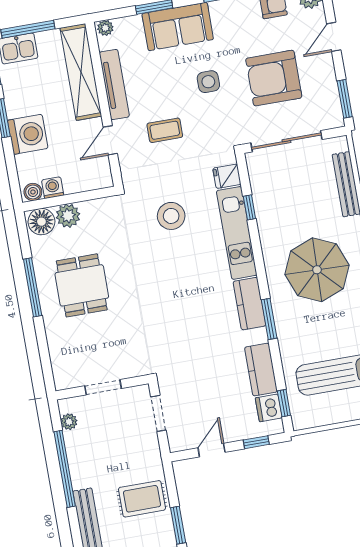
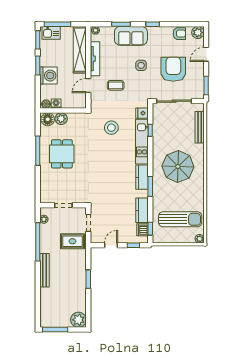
armchair: (274, 78) -> (173, 69), turned 90
rug: (142, 499) -> (72, 241), moved

